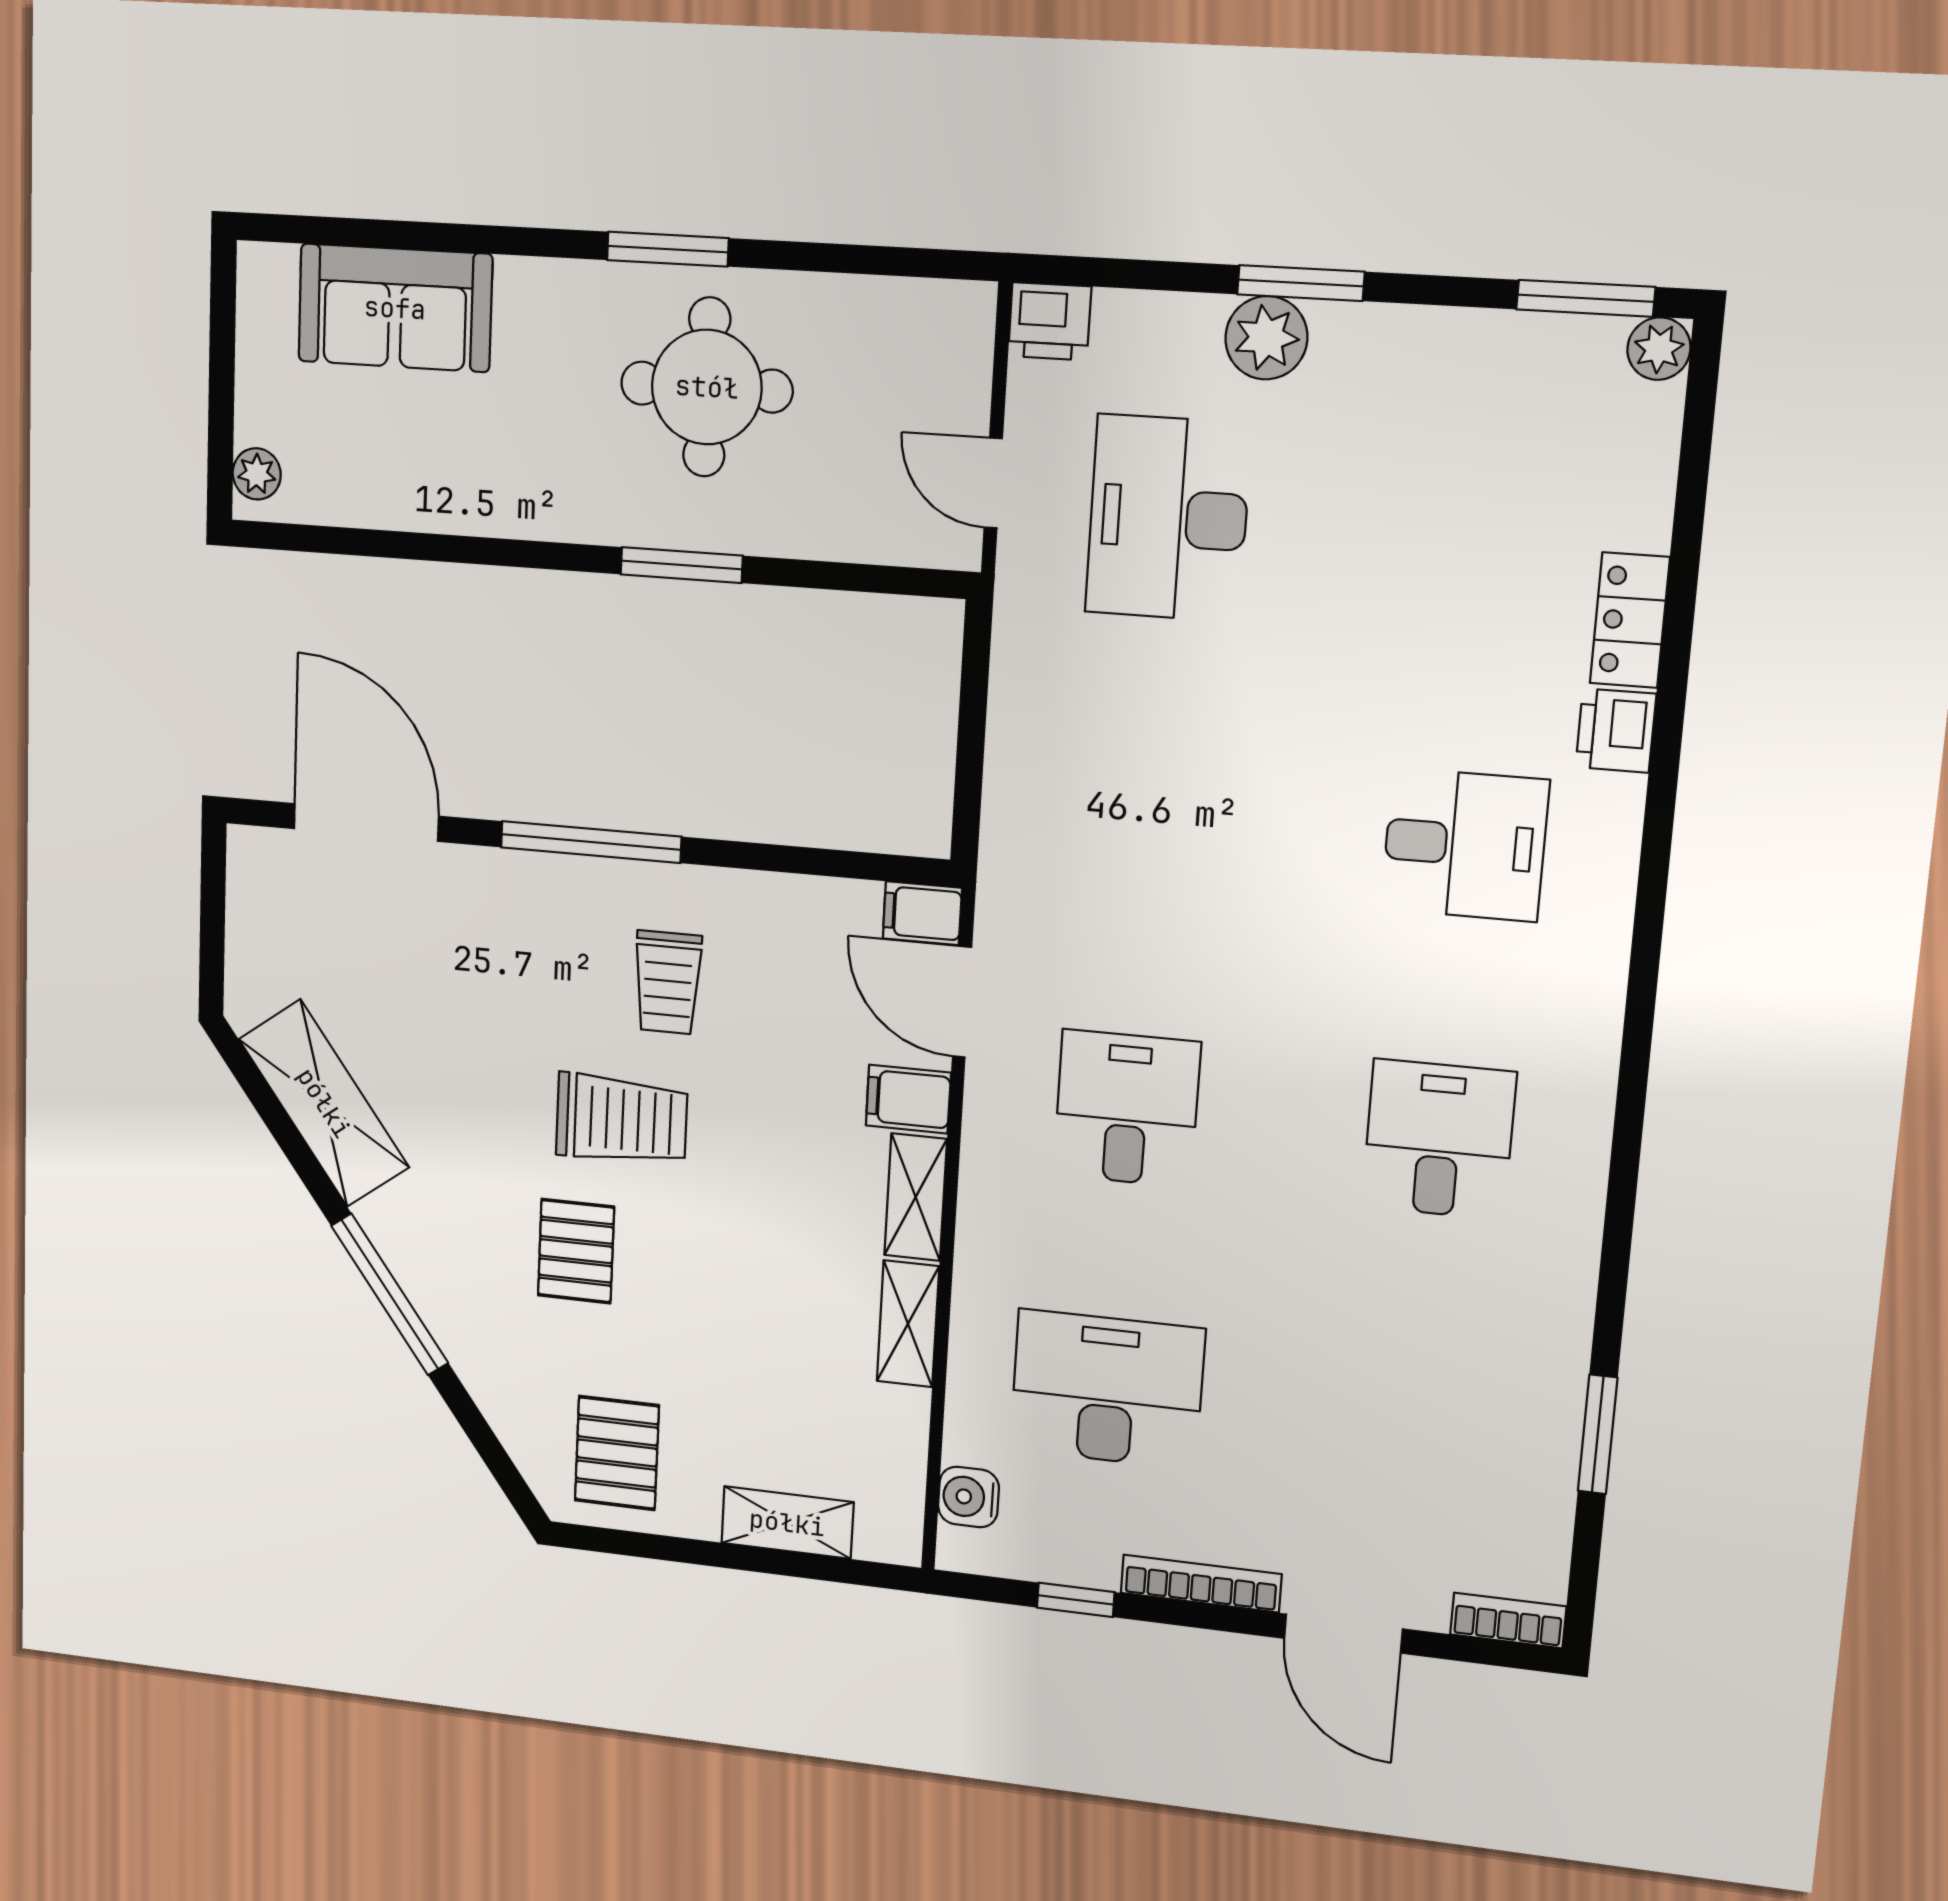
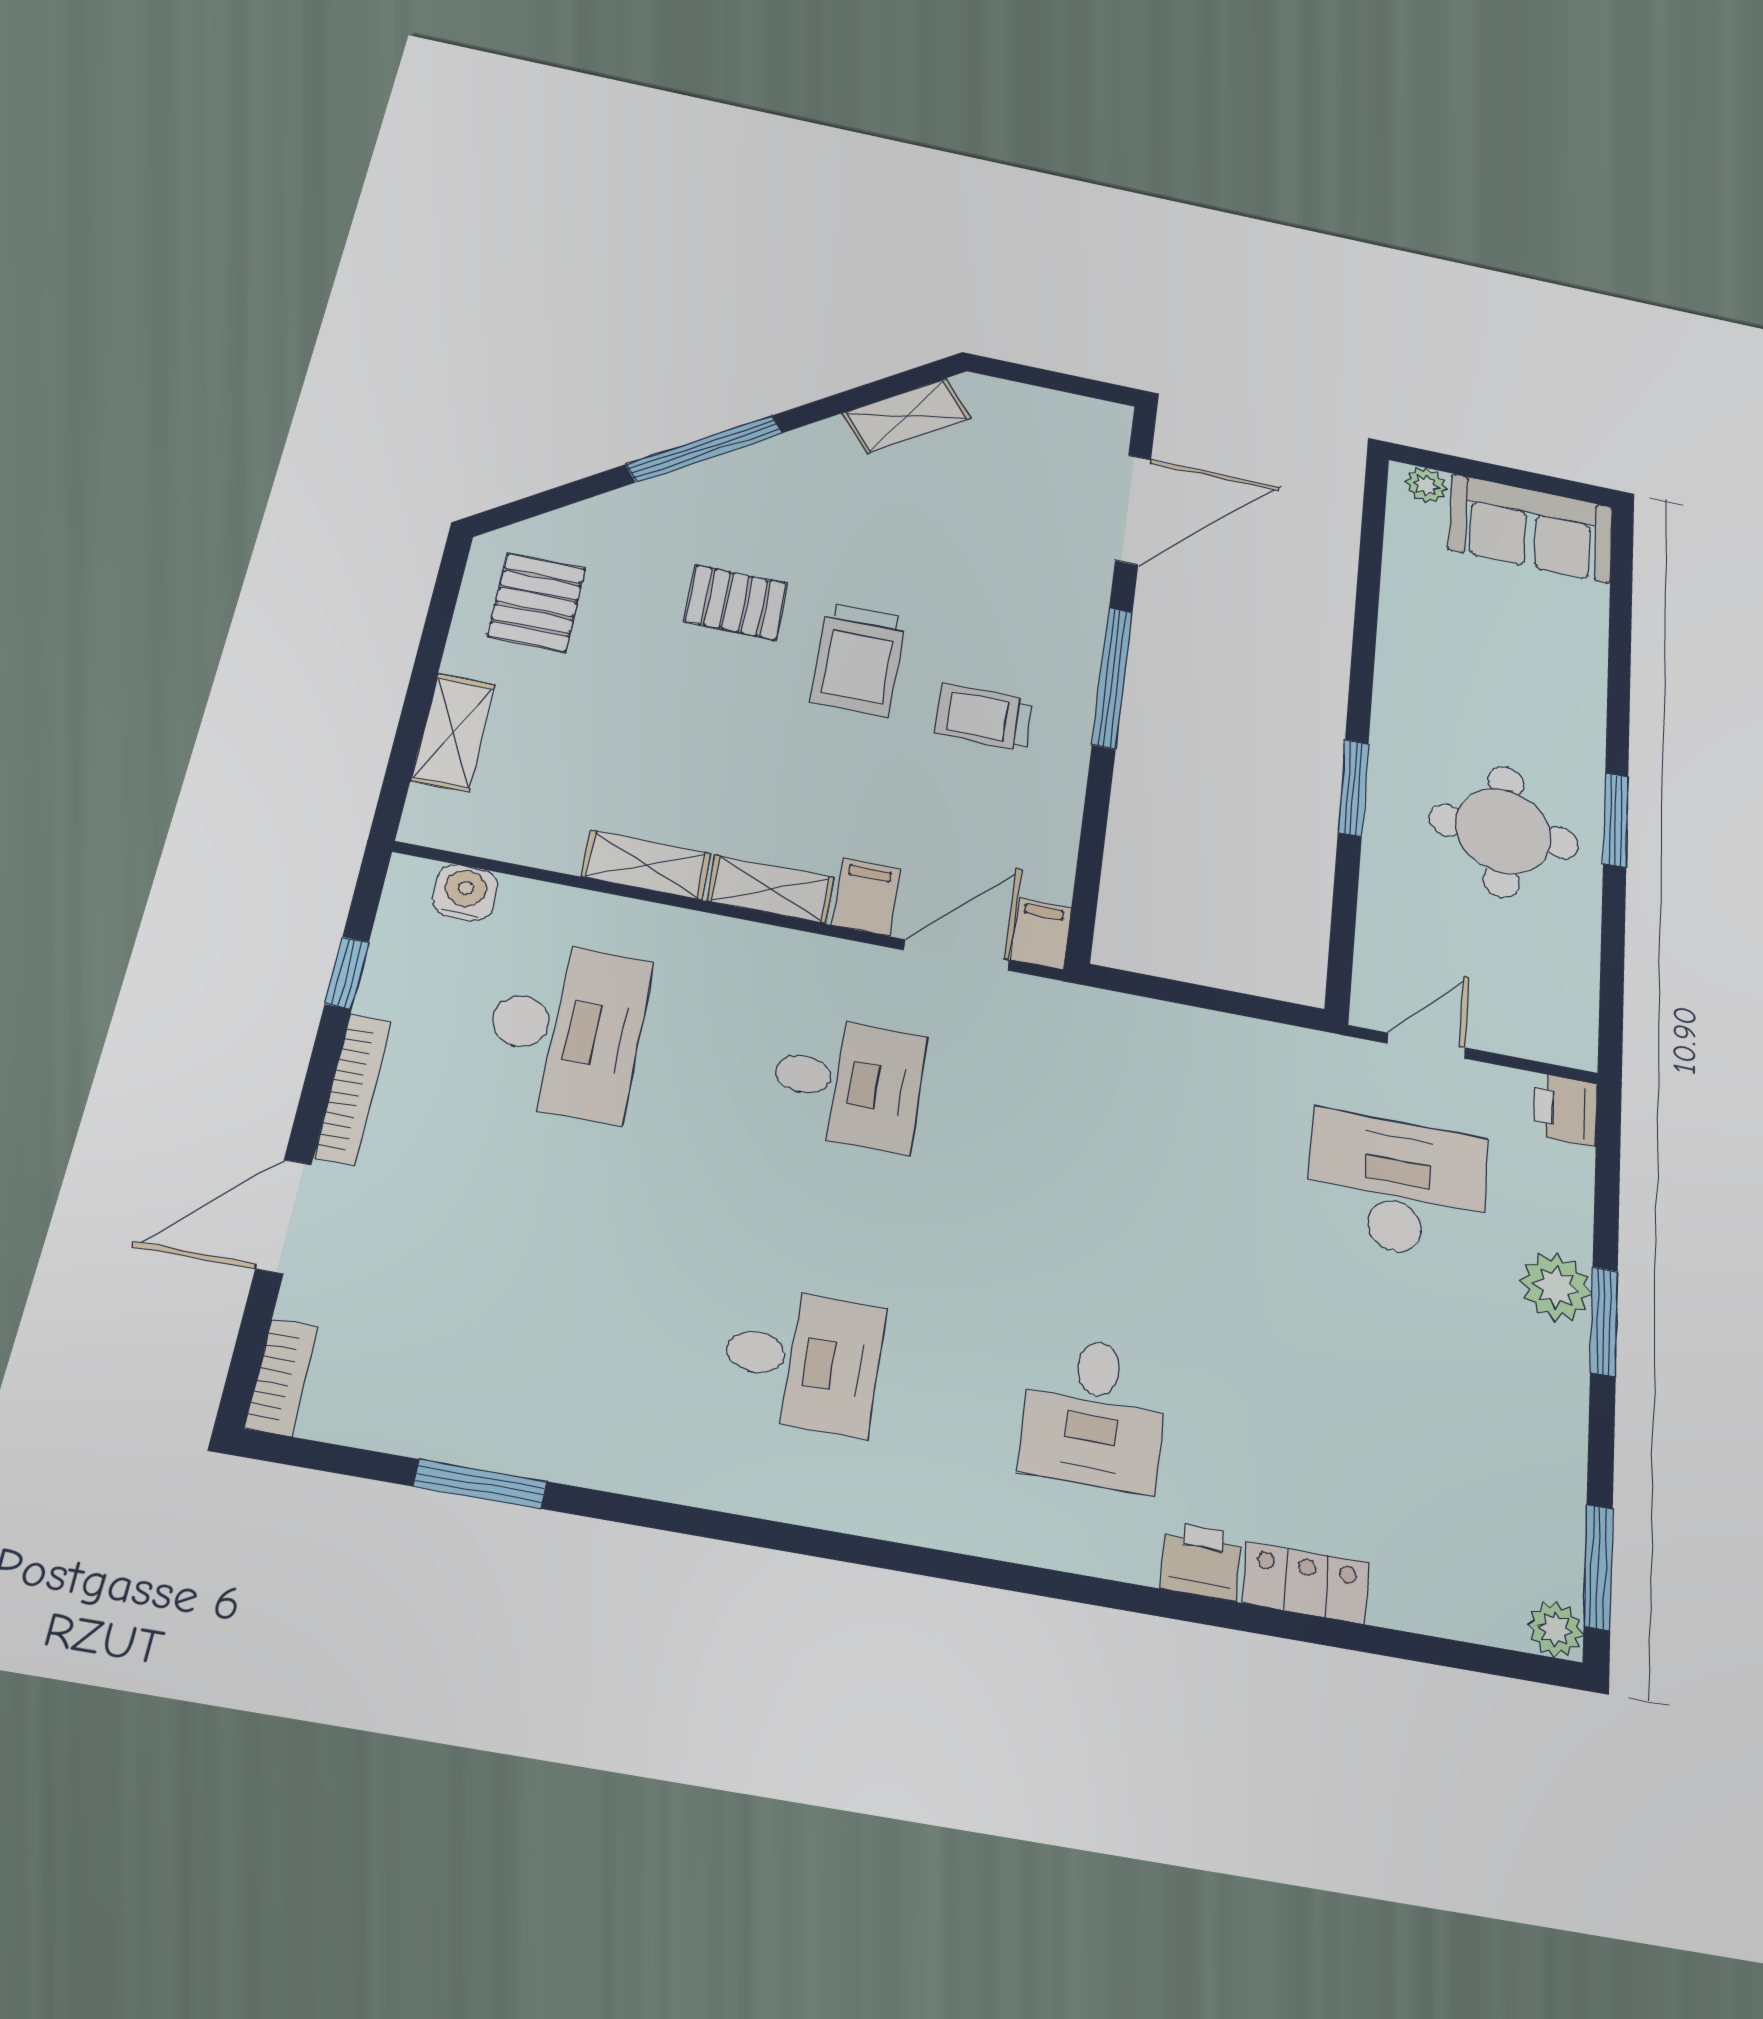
sofa: (395, 308) -> (1531, 528), moved, turned -90
shelving: (324, 1103) -> (906, 416), width x0.67, depth x0.75
pallet: (617, 1453) -> (536, 602), turned 90

